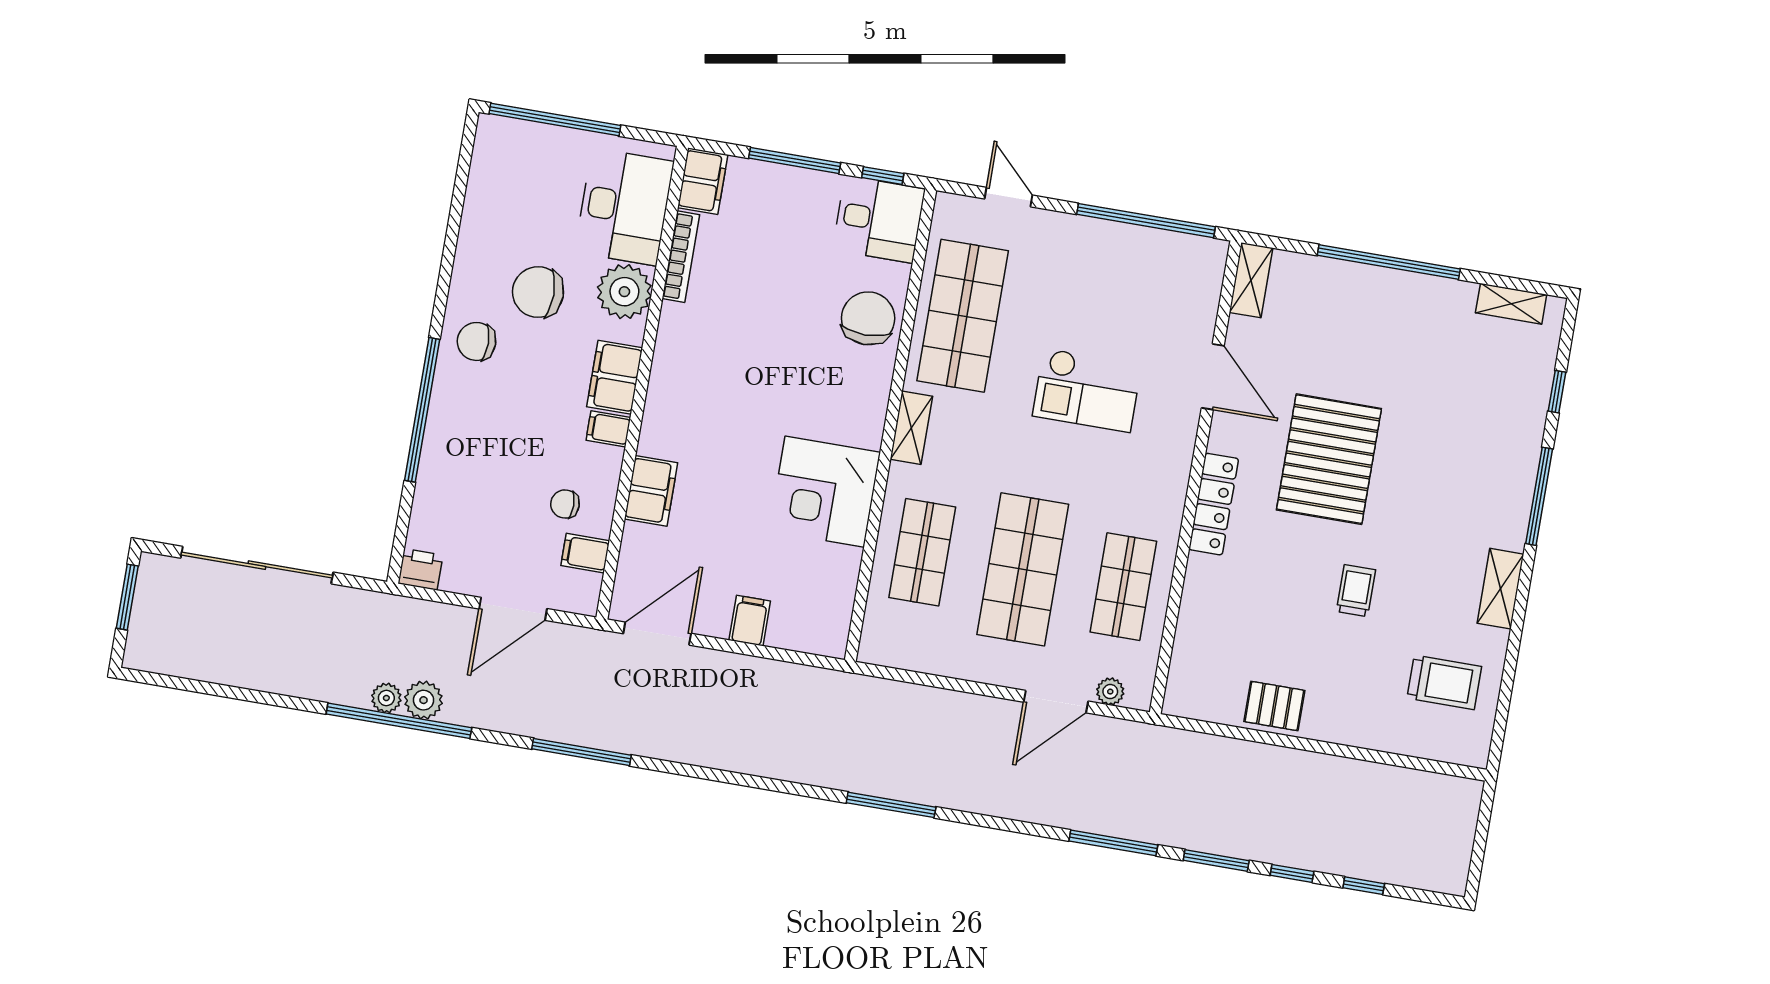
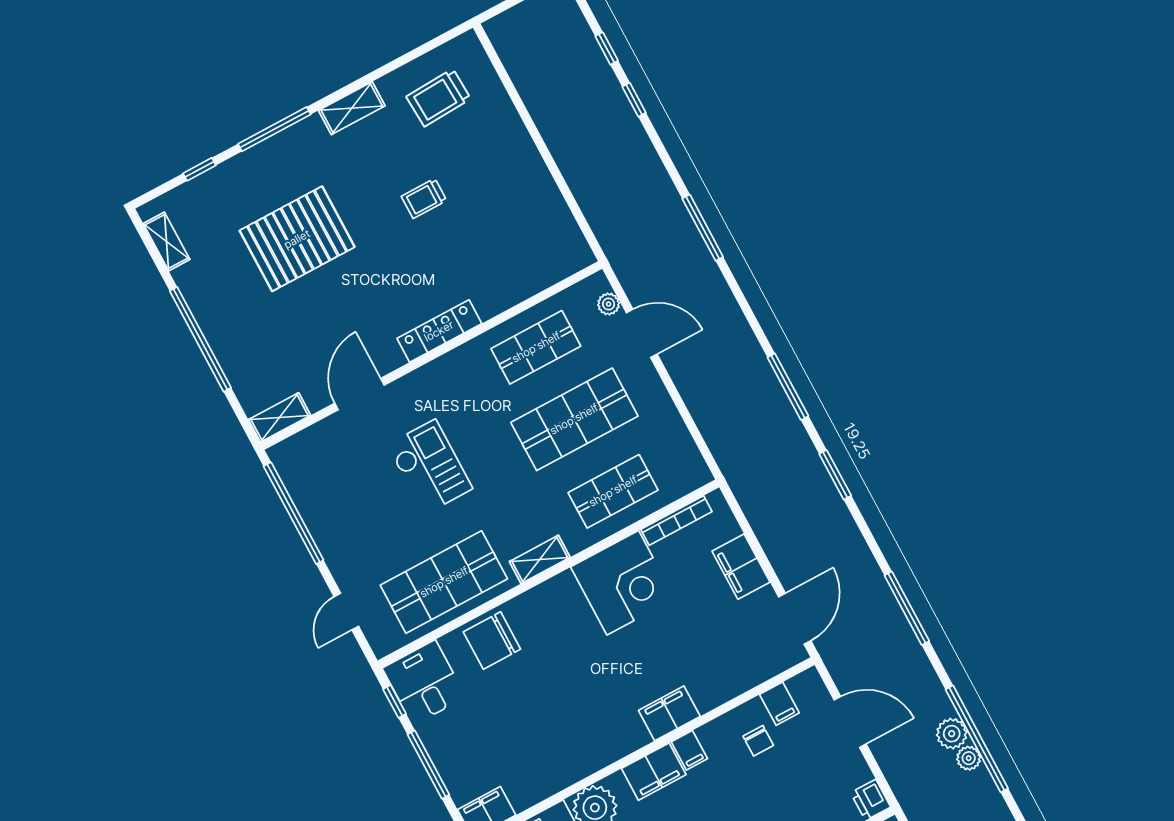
bookcase: (681, 257) -> (676, 521), moved, turned 180
pallet: (1329, 459) -> (297, 239), moved
filing cabinet: (651, 491) -> (669, 713), moved
filing cabinet: (750, 621) -> (741, 567), width x2.00
door: (657, 634) -> (795, 619), swing flipped
trolley: (1444, 682) -> (439, 98), turned -93
pallet: (1274, 706) -> (537, 193), removed
window: (1216, 860) -> (835, 475), moved

